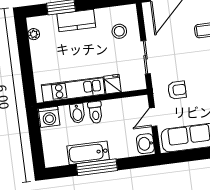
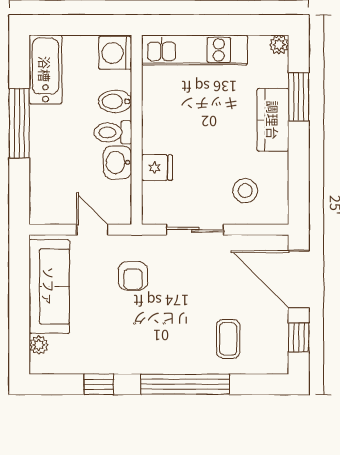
plant: (34, 34) -> (279, 45), moved
kitchen unit: (73, 89) -> (194, 50), moved, turned 90
washbasin: (145, 144) -> (117, 162), moved, turned -90
bathtub: (88, 153) -> (45, 69), moved

